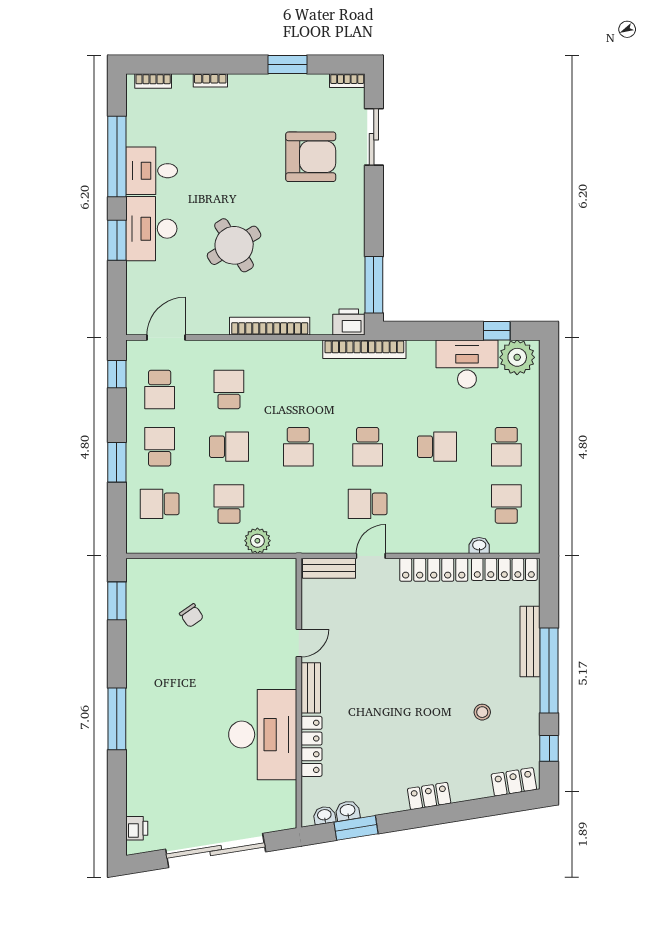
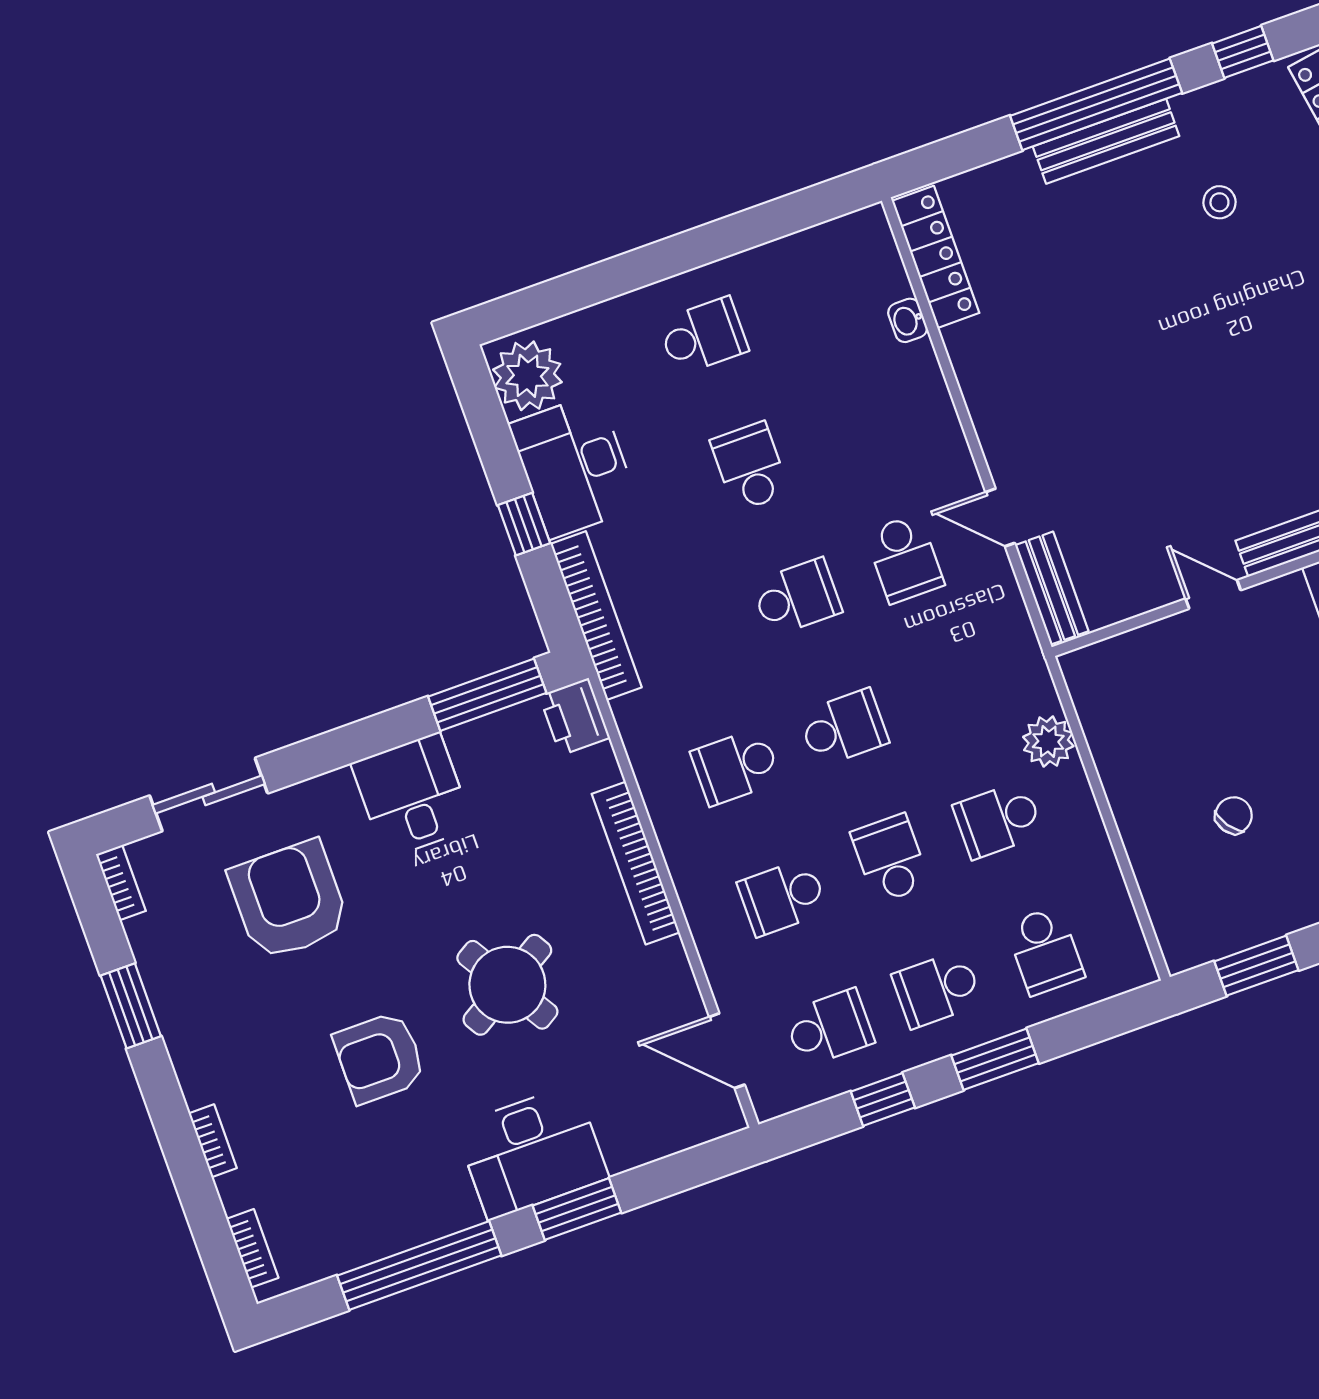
desk: (152, 171) -> (412, 796), moved, turned 180
armchair: (221, 173) -> (379, 1058), added
window: (497, 331) -> (524, 524), moved
bookcase: (364, 349) -> (596, 616), moved
window: (117, 374) -> (883, 1099), moved
school desk: (506, 504) -> (736, 766), moved
locker: (434, 570) -> (984, 390), removed
bench: (530, 642) -> (1106, 141), moved

